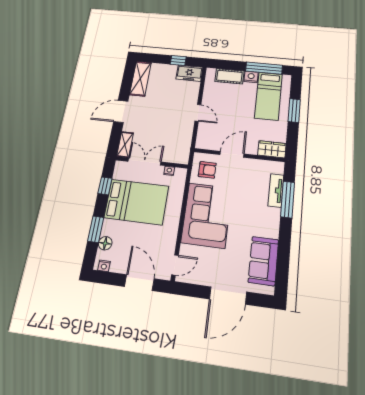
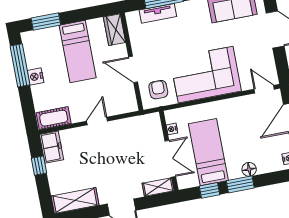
cot: (229, 76) -> (54, 118), moved, turned 90
bed: (268, 96) -> (78, 52), moved, turned 90
window: (294, 110) -> (46, 22), moved
double door: (144, 162) -> (170, 159), swing flipped
bed: (136, 202) -> (208, 152), width x0.67
window: (96, 229) -> (240, 184), moved
floor lamp: (105, 243) -> (249, 169), moved

